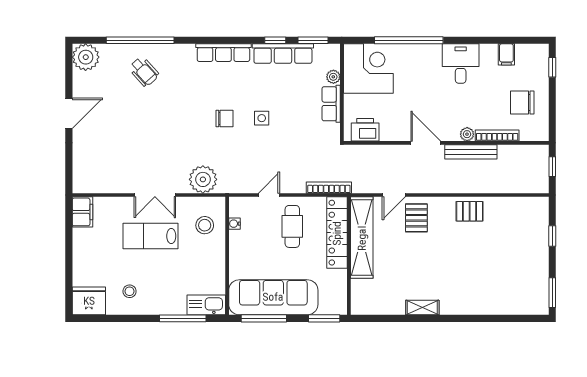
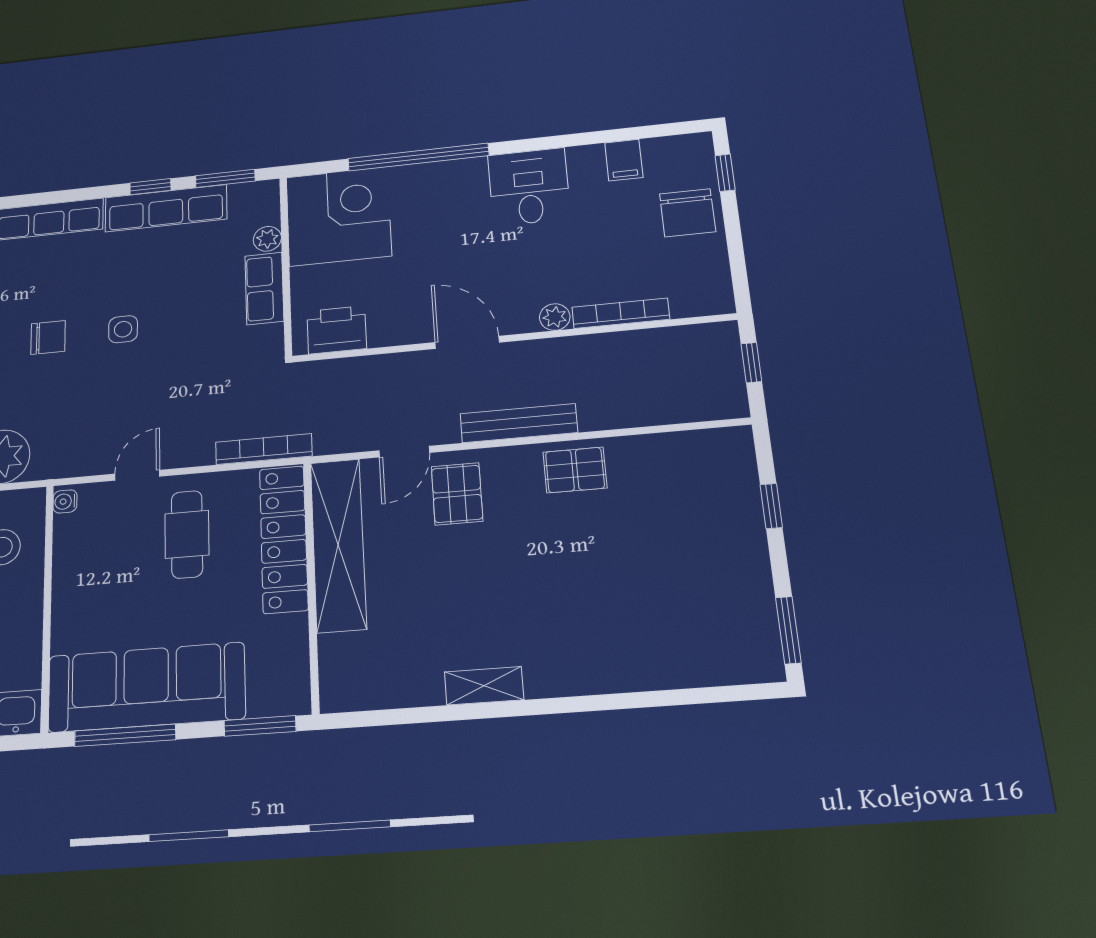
chair: (522, 102) -> (688, 213), moved, turned -90
bench: (471, 152) -> (519, 423), moved
water cooler: (234, 224) -> (65, 501), moved

